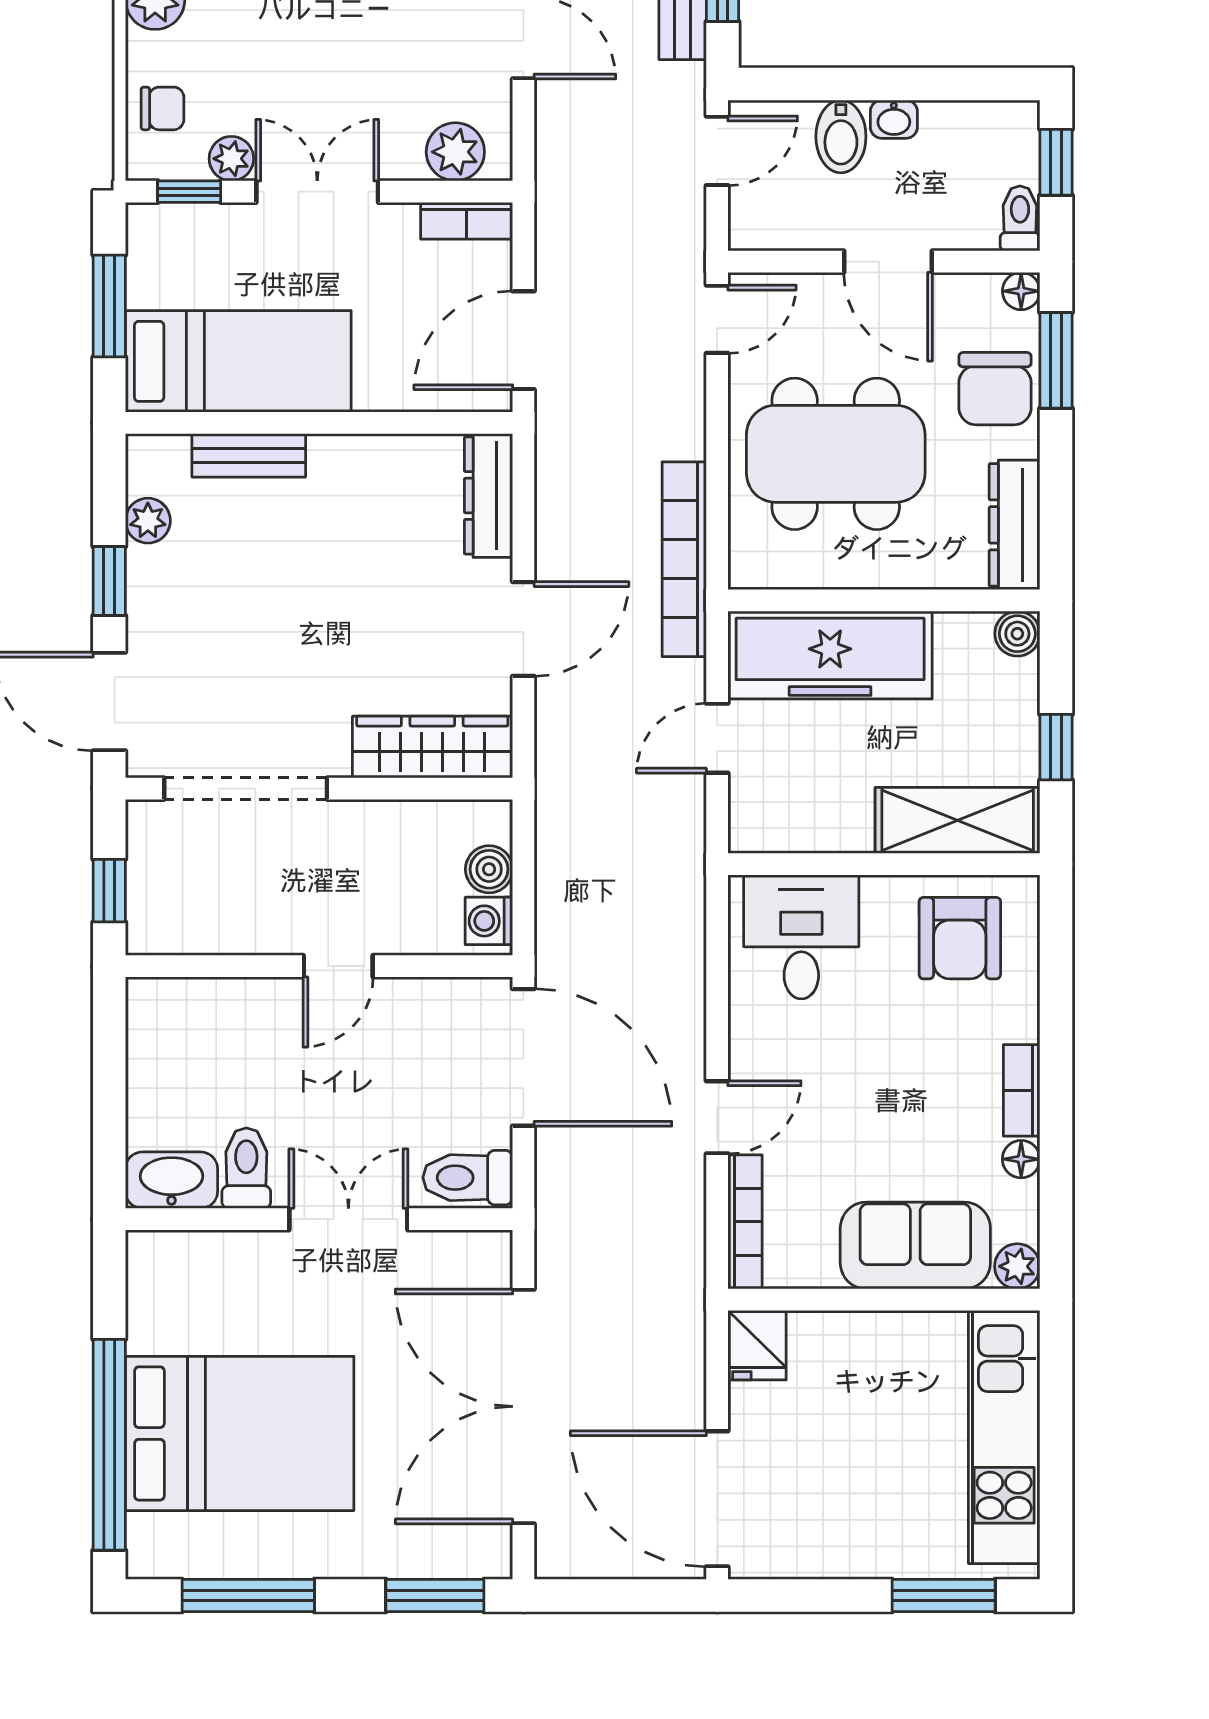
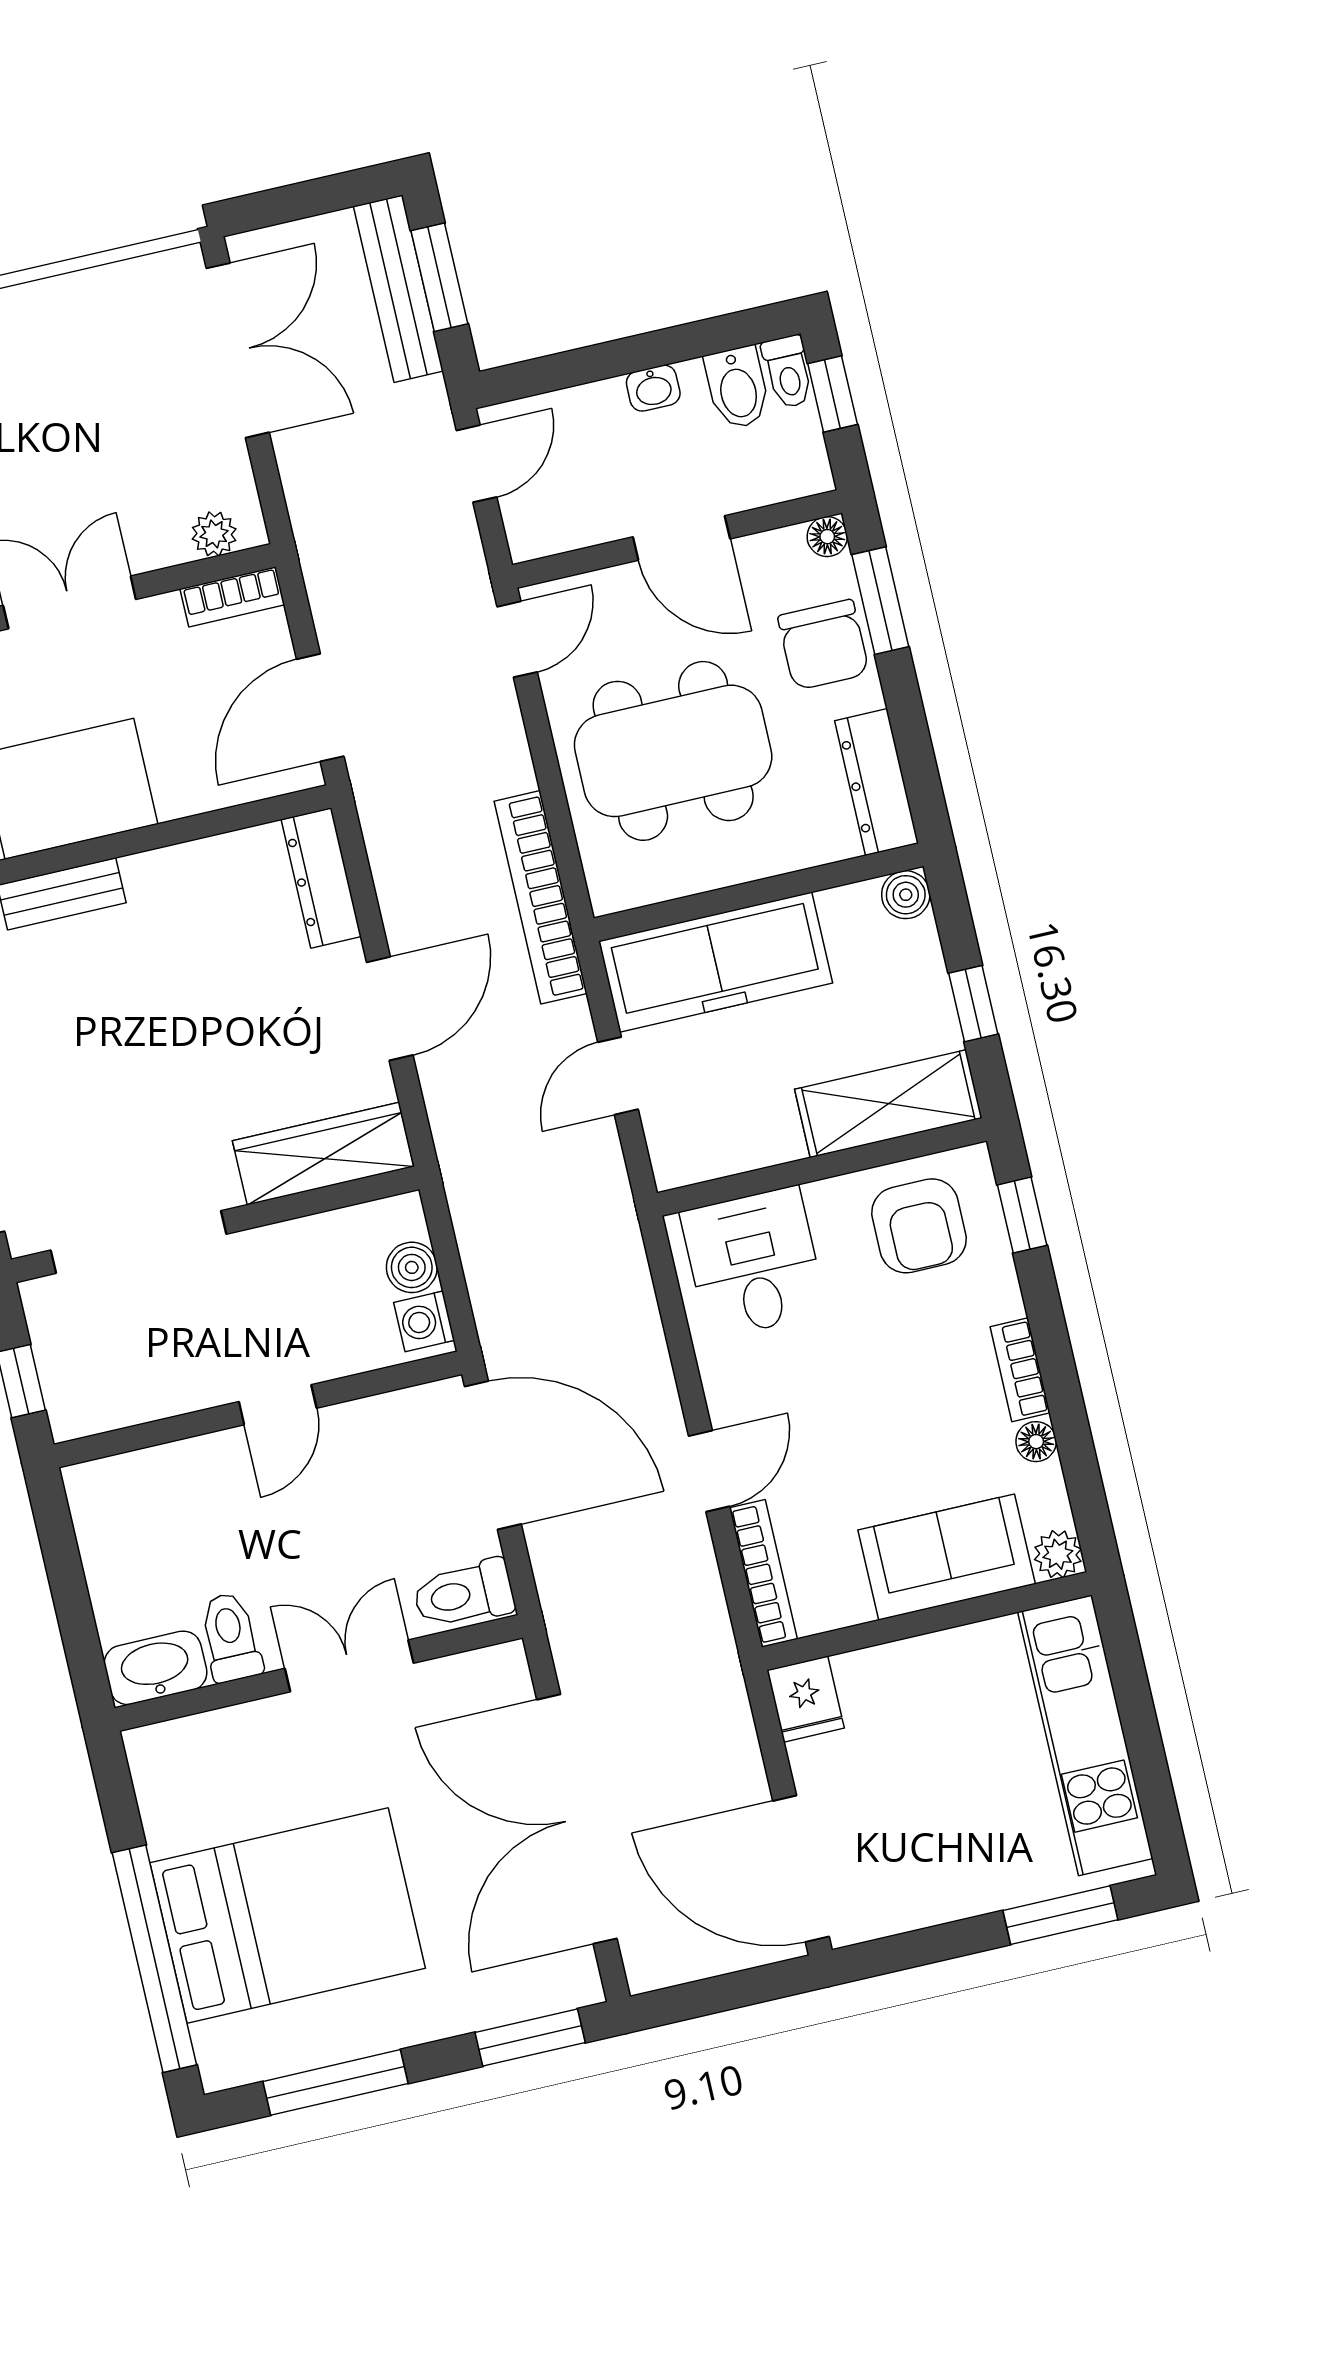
bidet: (841, 137) -> (737, 388), moved
plant: (455, 152) -> (214, 534), width x0.73, depth x0.73
toilet: (1020, 218) -> (788, 372), moved, turned 180
window: (1056, 950) -> (1022, 1215), added

